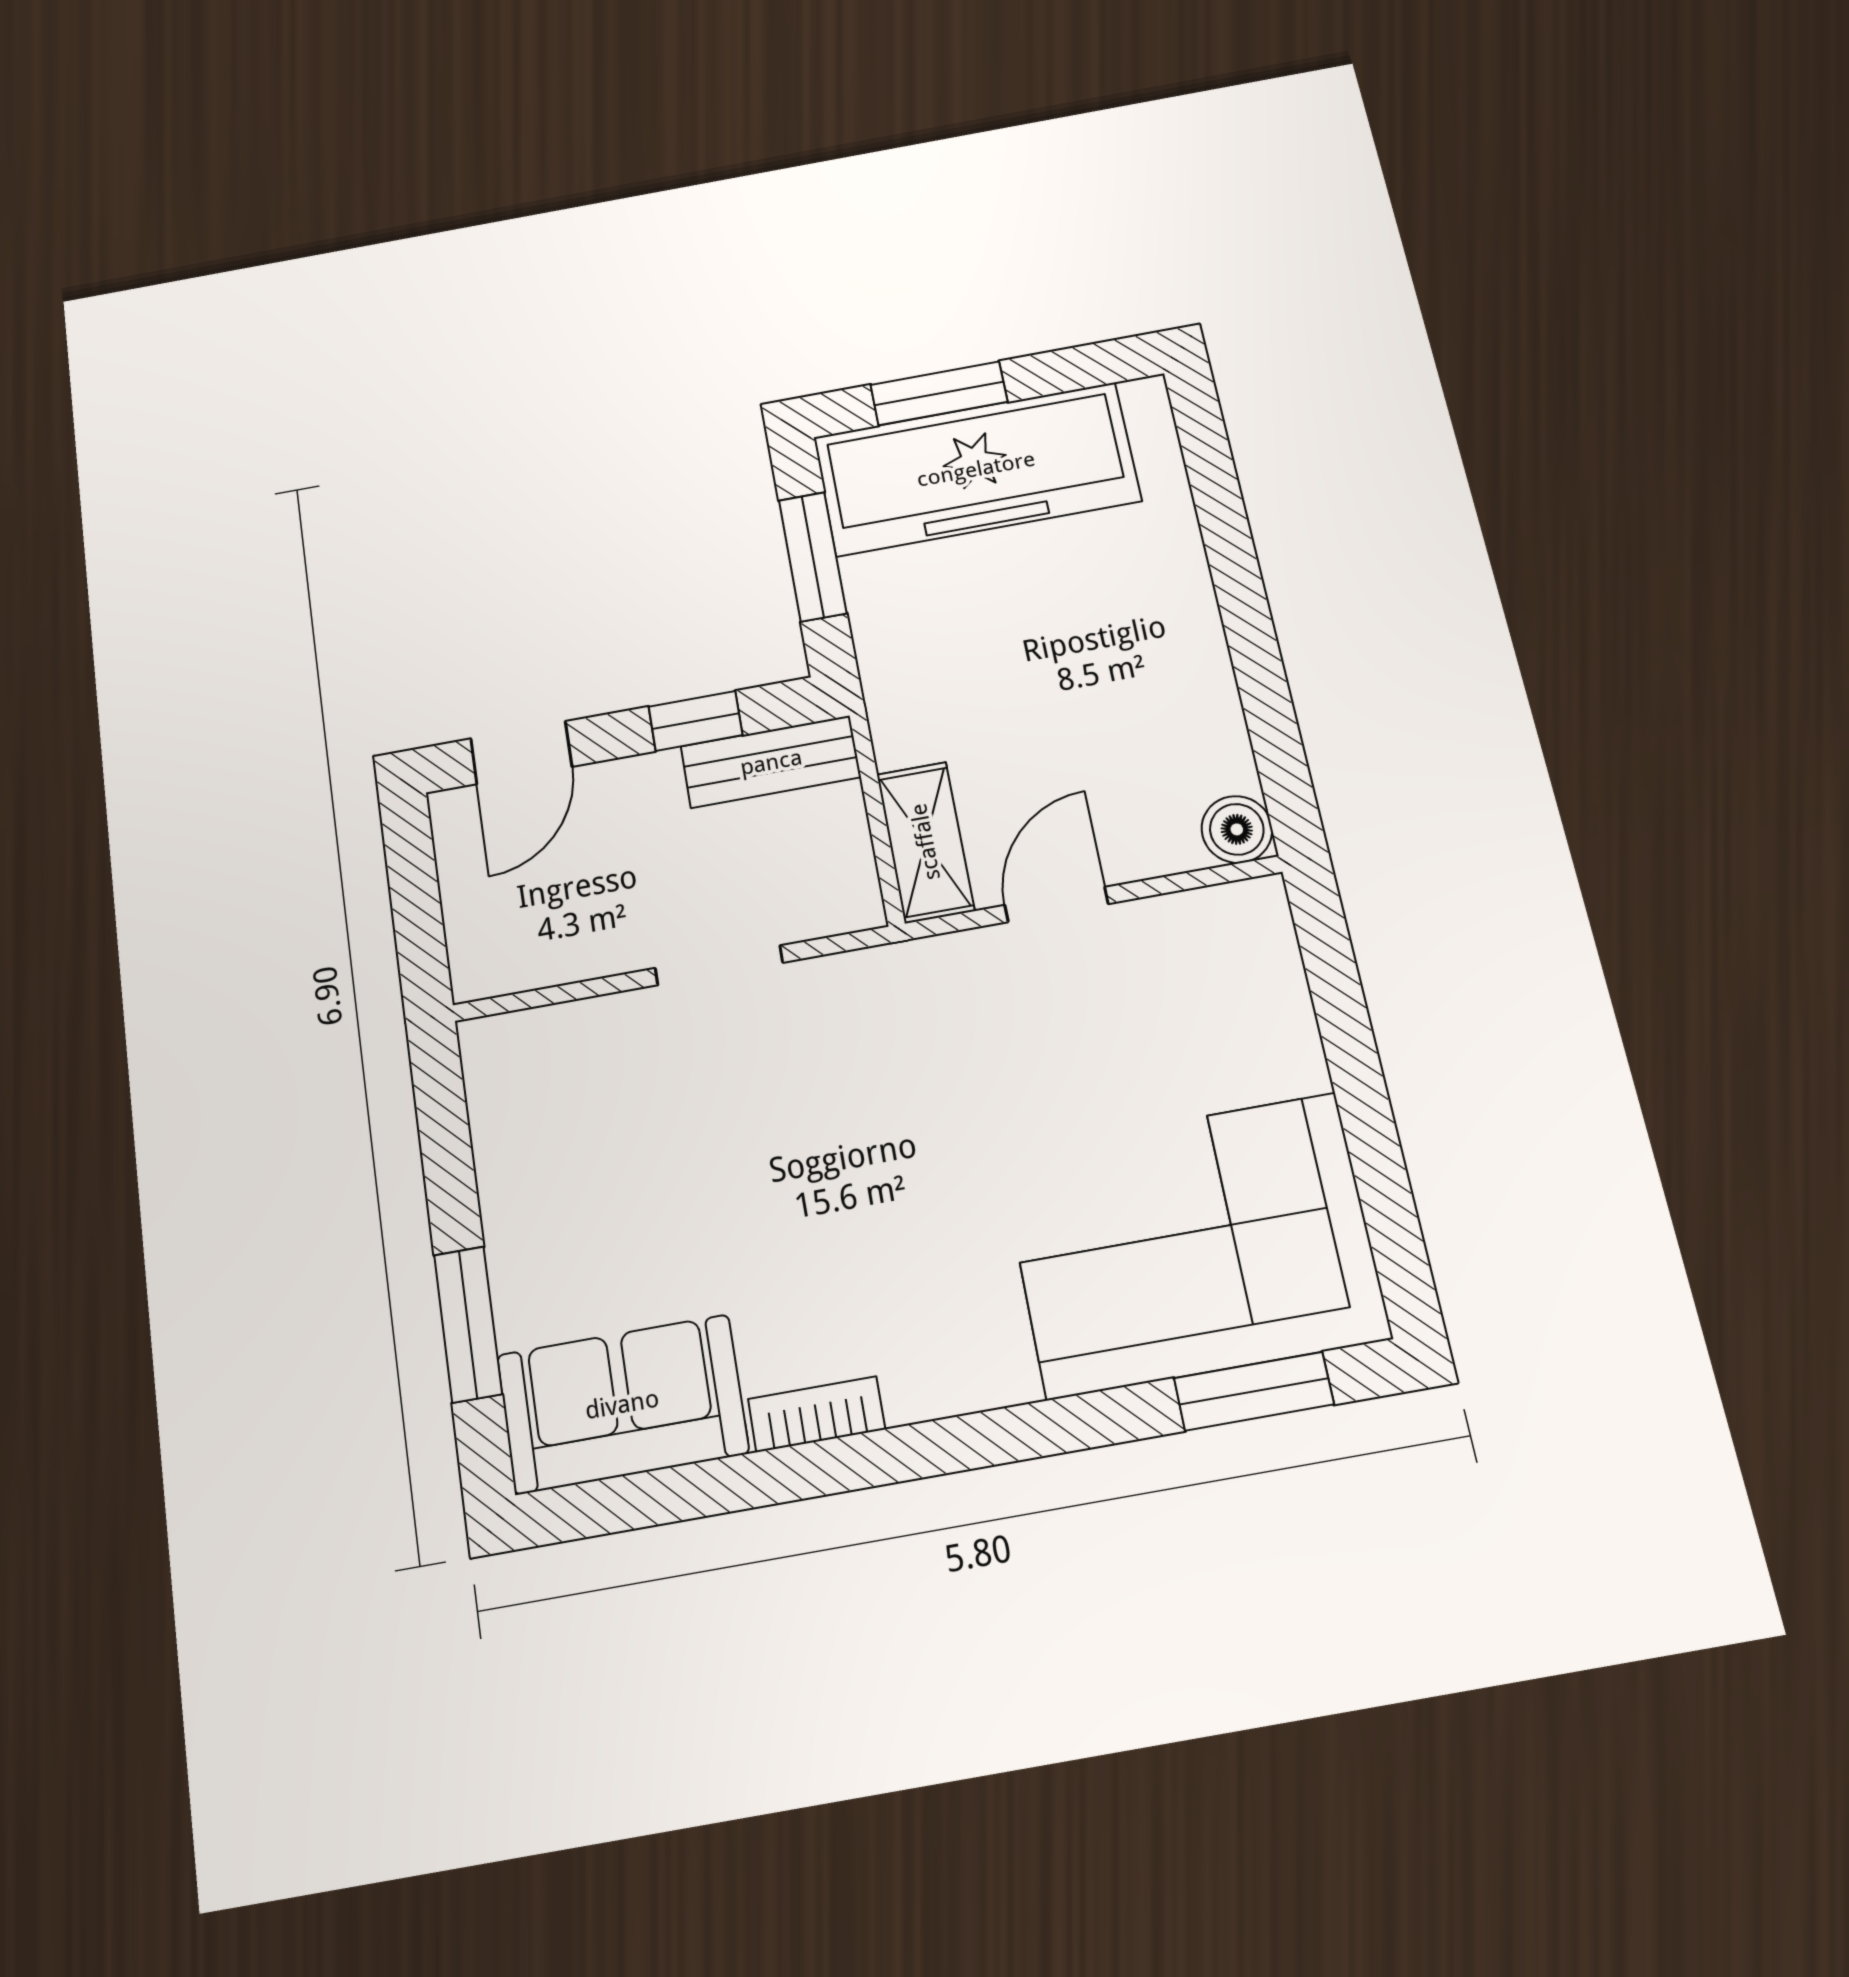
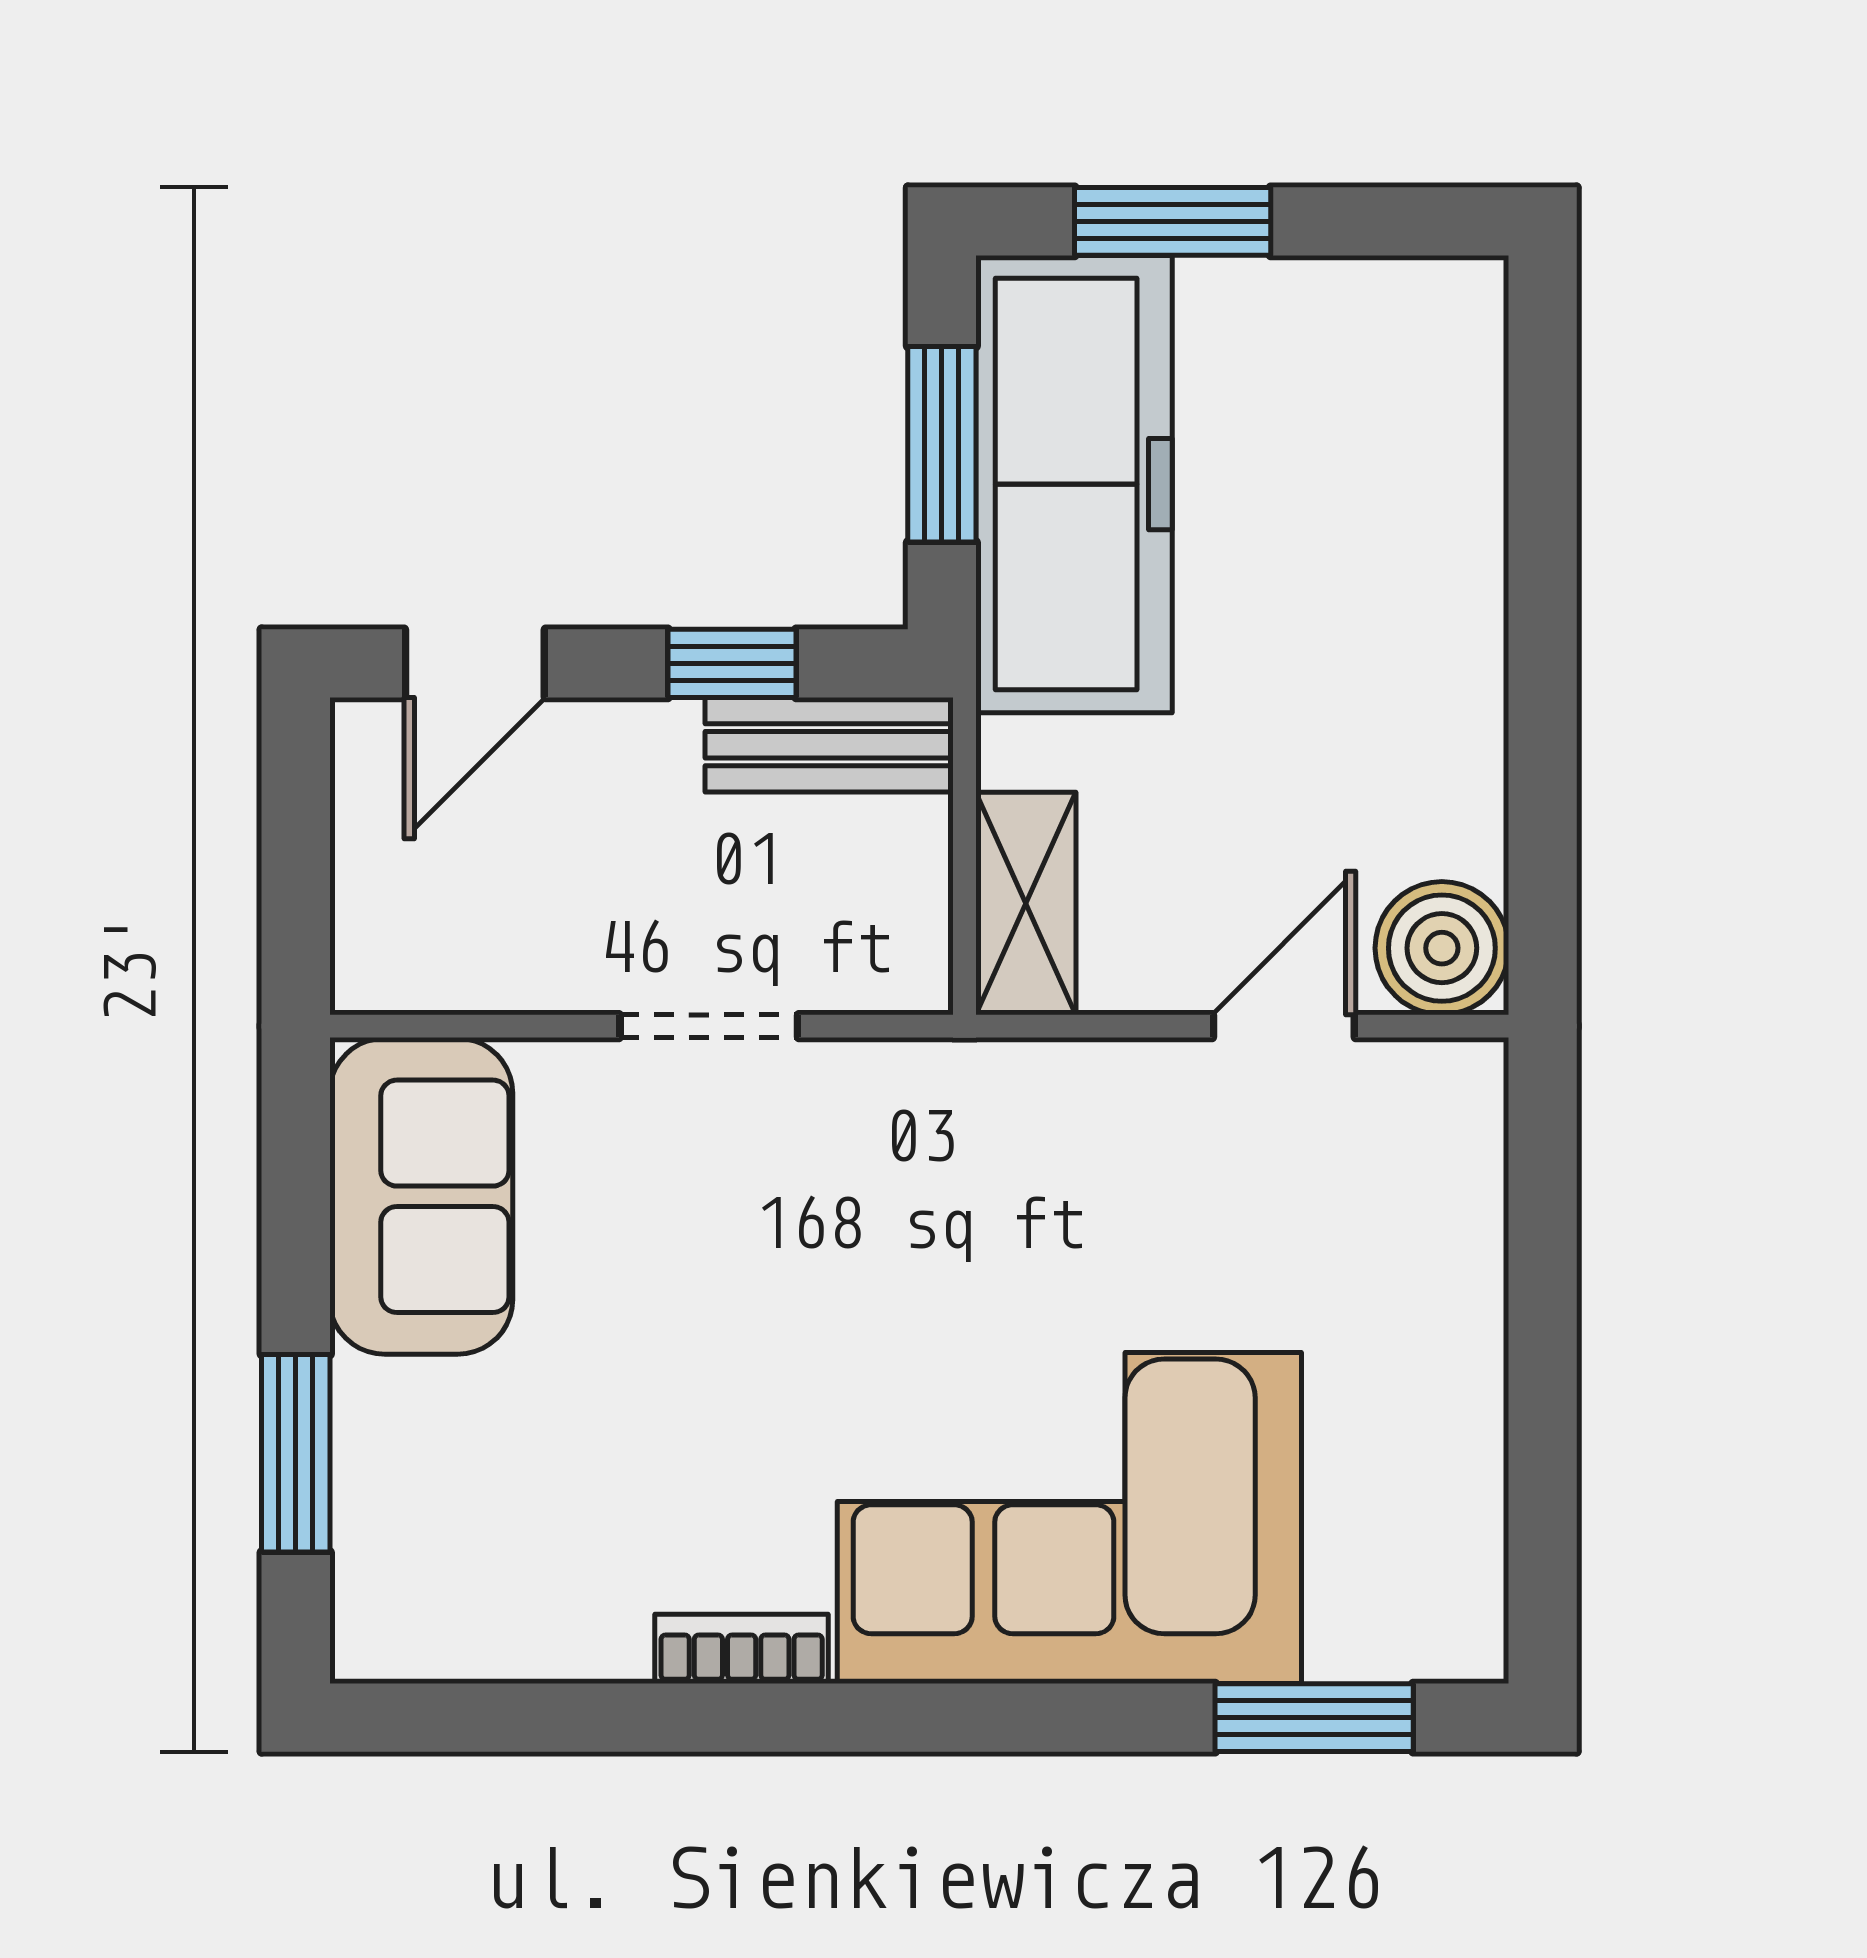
freezer: (976, 469) -> (1074, 484), moved, turned -90
boiler: (1237, 829) -> (1442, 948), width x1.36, depth x1.36
door: (1056, 904) -> (1284, 1026), moved
corner sofa: (1193, 1244) -> (1069, 1518), moved
sofa: (622, 1404) -> (421, 1196), moved, turned 90

